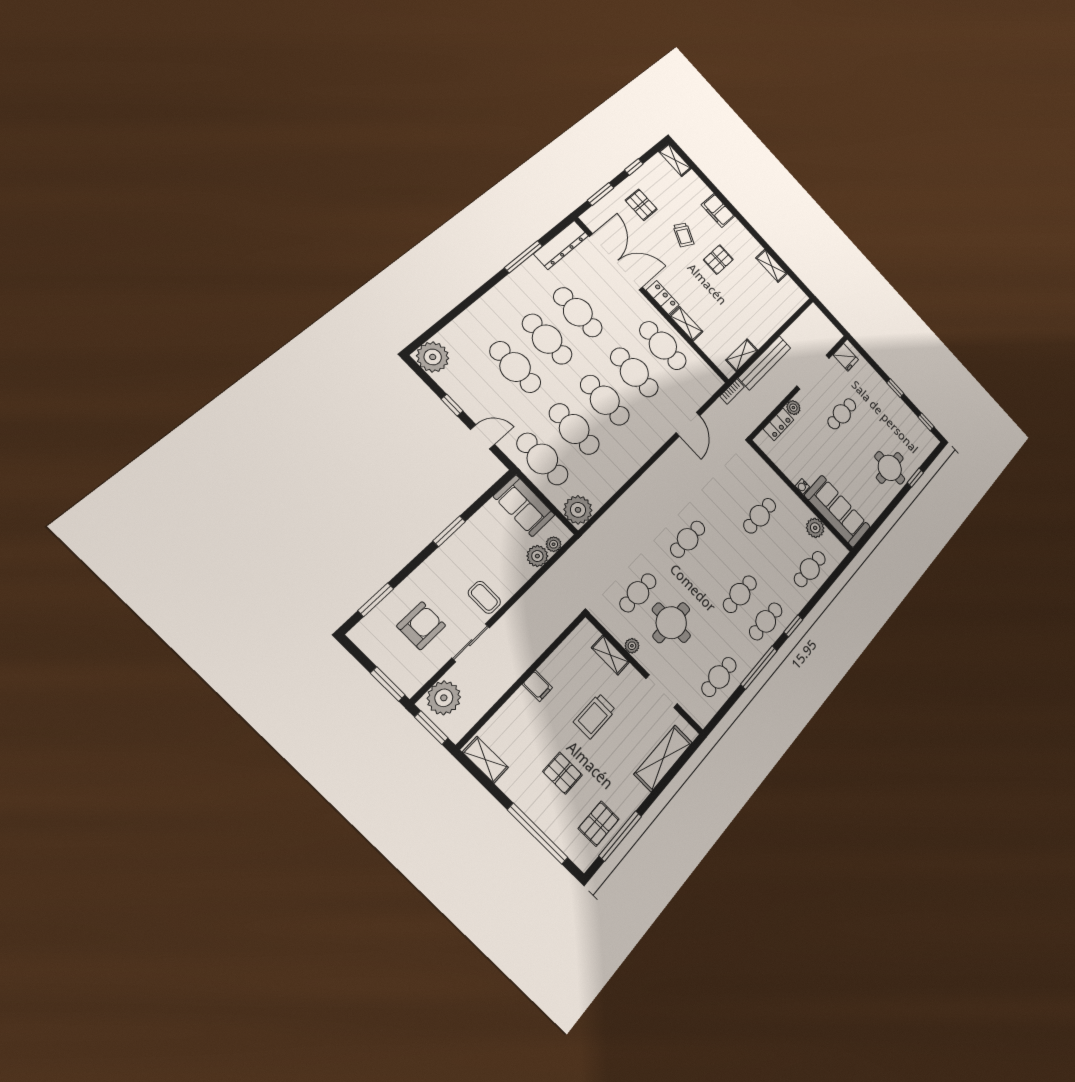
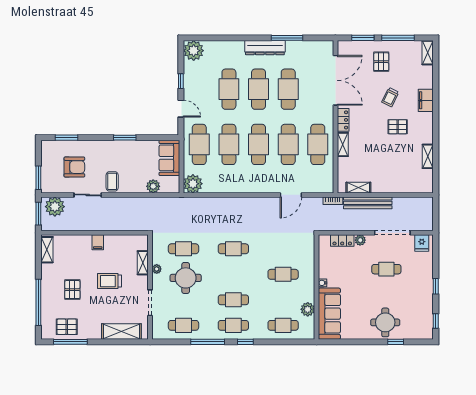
window: (634, 167) -> (398, 38), width x2.17
dresser: (561, 245) -> (265, 48), moved
plant: (554, 544) -> (166, 188), removed

